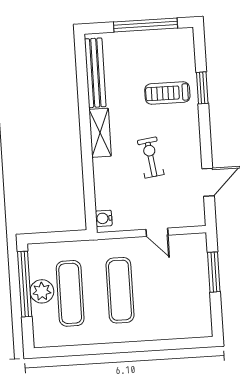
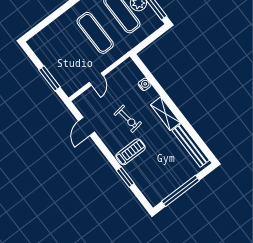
treadmill: (167, 93) -> (131, 152), moved
water cooler: (104, 218) -> (145, 84), moved
door: (157, 232) -> (96, 79), swing flipped

